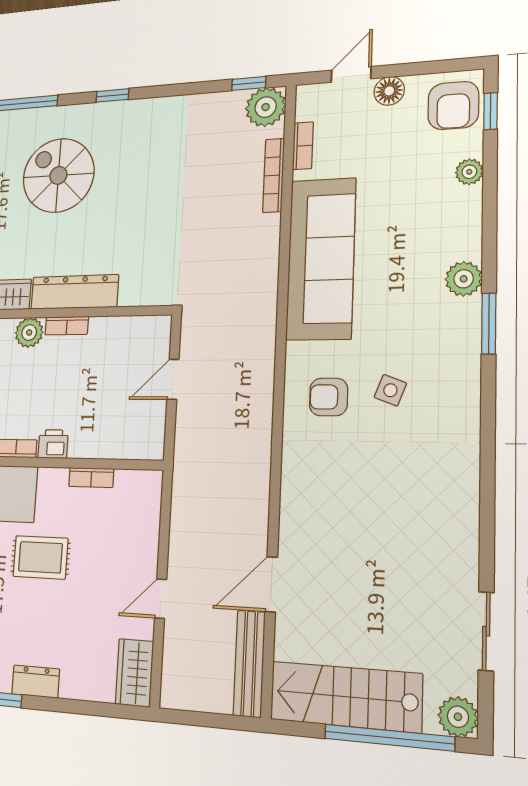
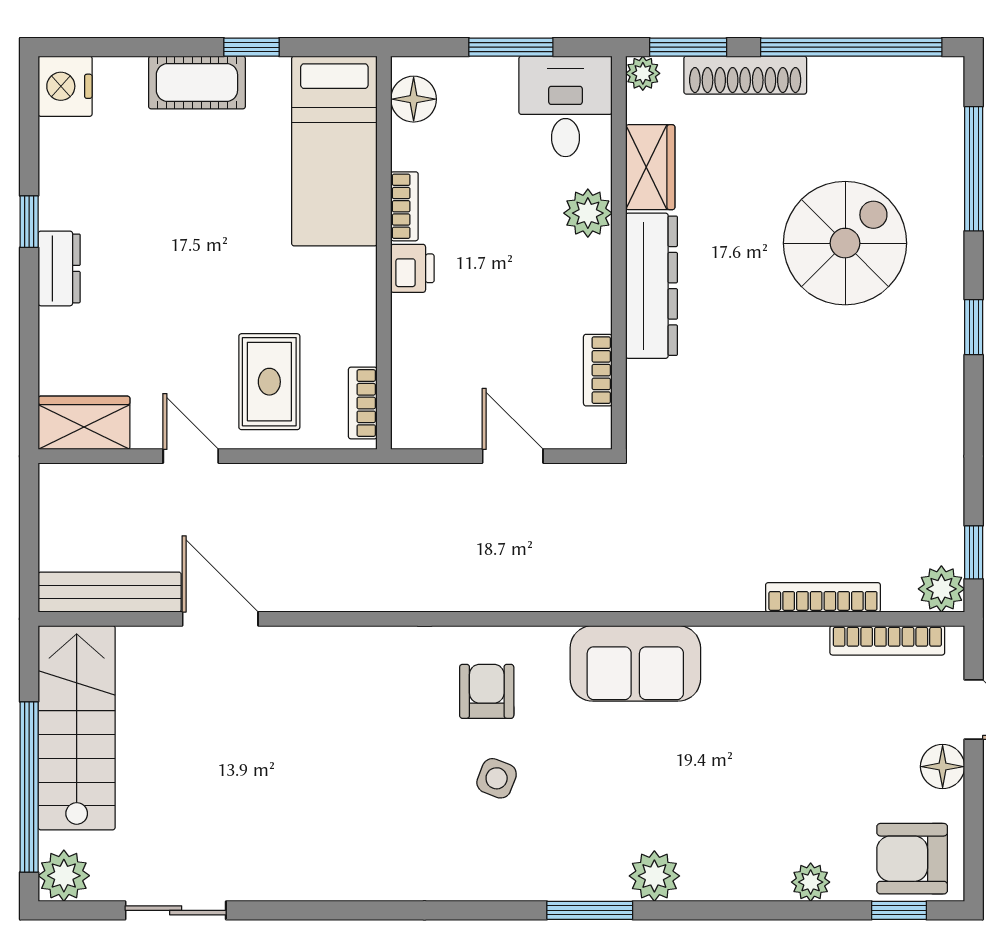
plant: (266, 107) -> (941, 589), width x0.73, depth x0.73
bookcase: (303, 146) -> (887, 640), width x1.56
sofa: (321, 259) -> (635, 663), width x0.54, depth x0.79
bookcase: (67, 326) -> (598, 370), moved
bookcase: (91, 478) -> (363, 403), moved
rug: (40, 557) -> (269, 382), moved

